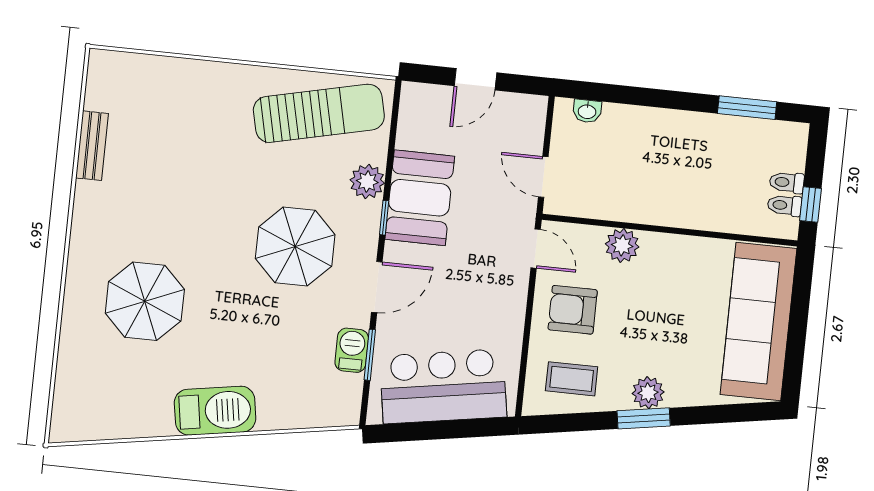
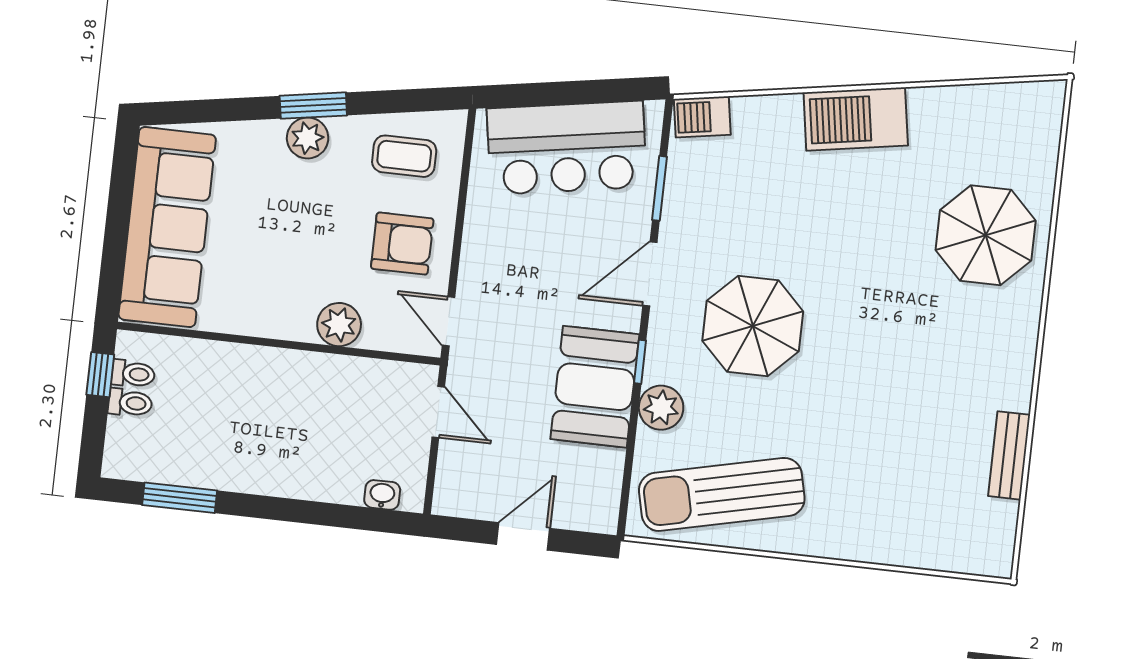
parasol: (145, 301) -> (986, 235), moved
barbecue: (352, 350) -> (702, 117), moved, turned 81

